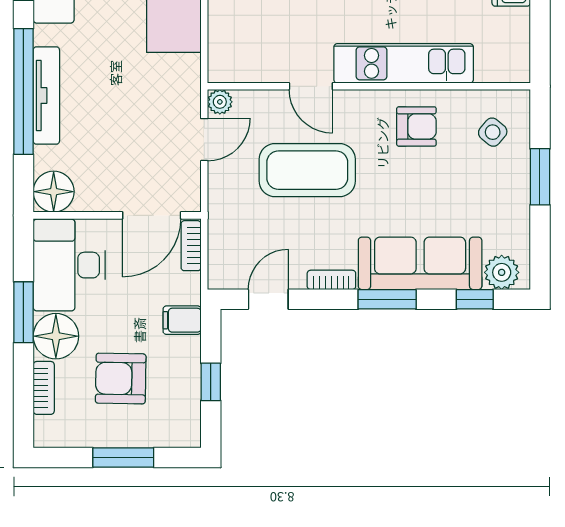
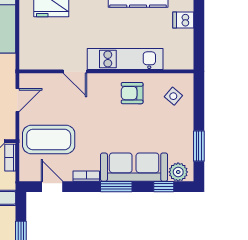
plant: (220, 102) -> (26, 80), removed
armchair: (416, 126) -> (132, 93), turned 180
coffee table: (307, 170) -> (49, 139), moved
window: (540, 177) -> (199, 146), moved
door: (268, 299) -> (52, 187), hinge flipped

